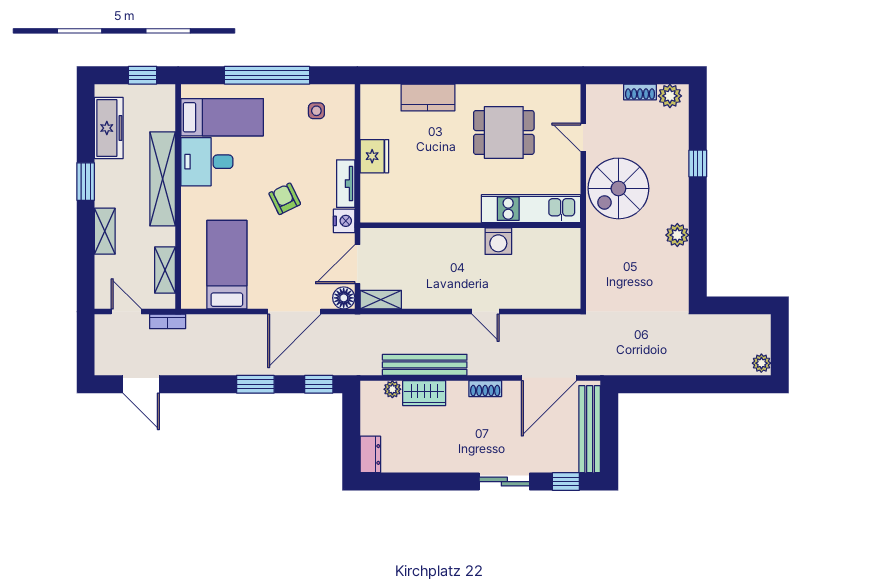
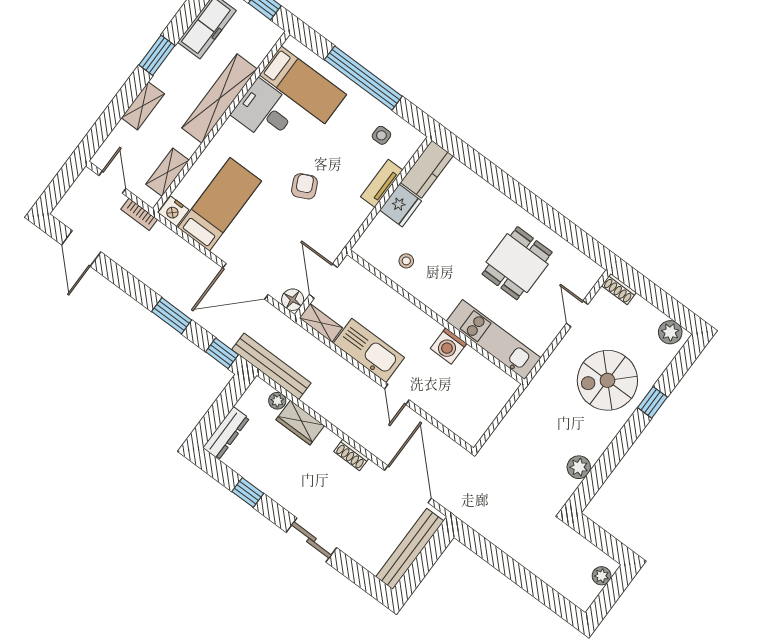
shoe rack: (640, 92) -> (619, 289), moved
kitchen counter: (428, 98) -> (427, 169), moved, turned -90
dining table: (504, 132) -> (517, 263), turned 90
tv unit: (346, 184) -> (382, 183), moved
spiral stairs: (618, 188) -> (607, 380), moved
stool: (412, 198) -> (406, 261), added
nightstand: (344, 221) -> (173, 211), moved, turned 90
plant: (677, 235) -> (579, 467), moved
door: (357, 264) -> (323, 281), hinge flipped
kitchen sink: (436, 293) -> (369, 350), added
plant: (761, 363) -> (602, 576), moved
bench: (425, 365) -> (271, 366), moved
door: (549, 378) -> (408, 484), swing flipped
dresser: (370, 454) -> (226, 433), width x1.44
window: (566, 482) -> (248, 493), moved

